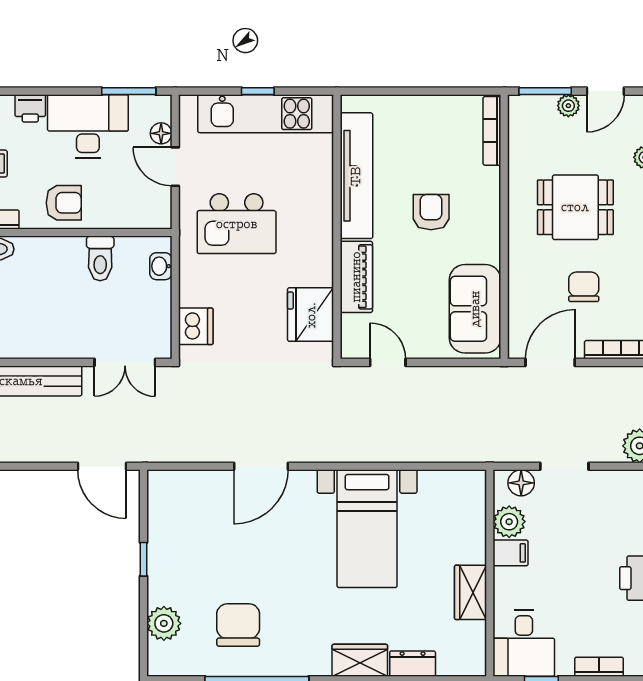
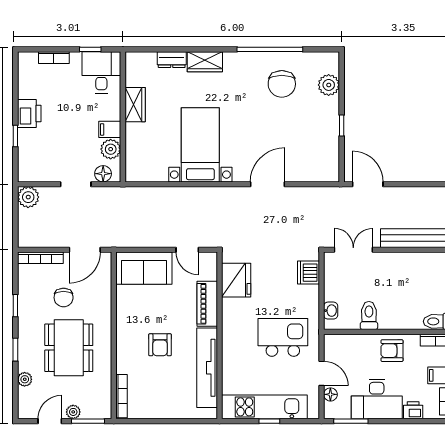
dining table: (575, 207) -> (69, 348), width x1.38
sofa: (475, 309) -> (144, 268), moved, turned 90

